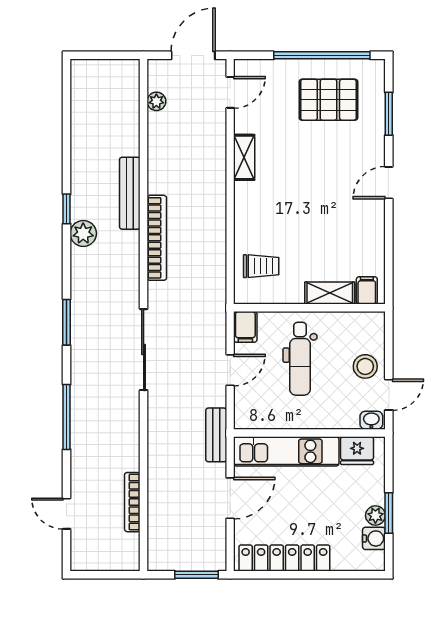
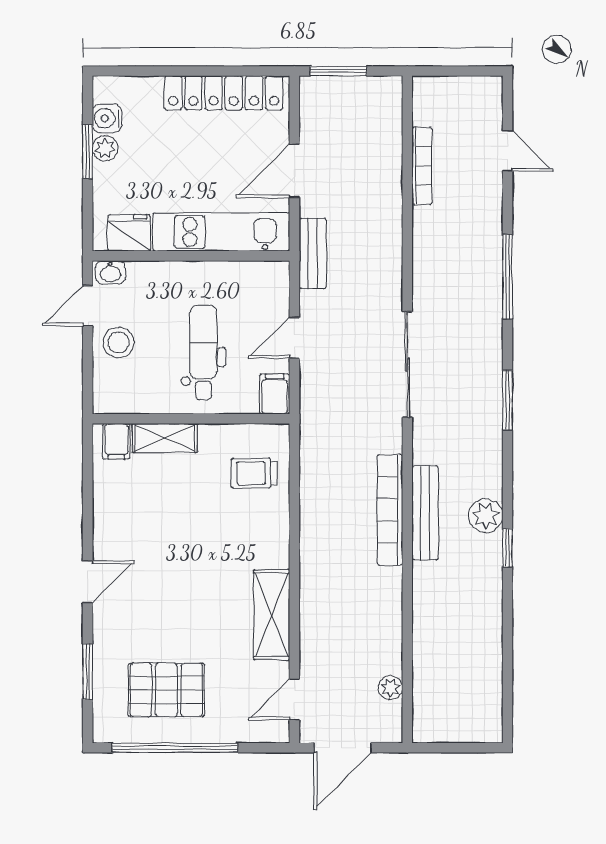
shelving: (244, 157) -> (272, 615), width x1.50, depth x1.33
bench: (130, 193) -> (425, 513), moved

